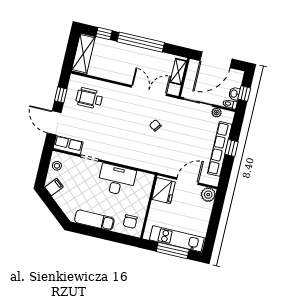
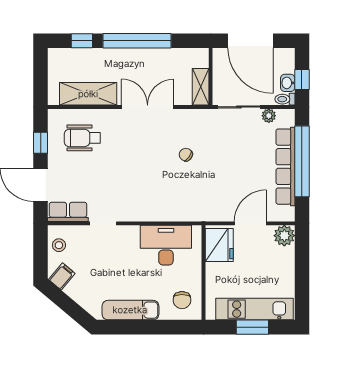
shelving: (83, 54) -> (88, 94), moved, turned 90
door: (216, 60) -> (250, 41), hinge flipped
shelving: (178, 72) -> (201, 87), moved
double door: (149, 90) -> (148, 107), moved
window: (231, 148) -> (302, 161), width x3.17
desk: (117, 180) -> (166, 245), moved
window: (173, 250) -> (252, 327), width x0.69

